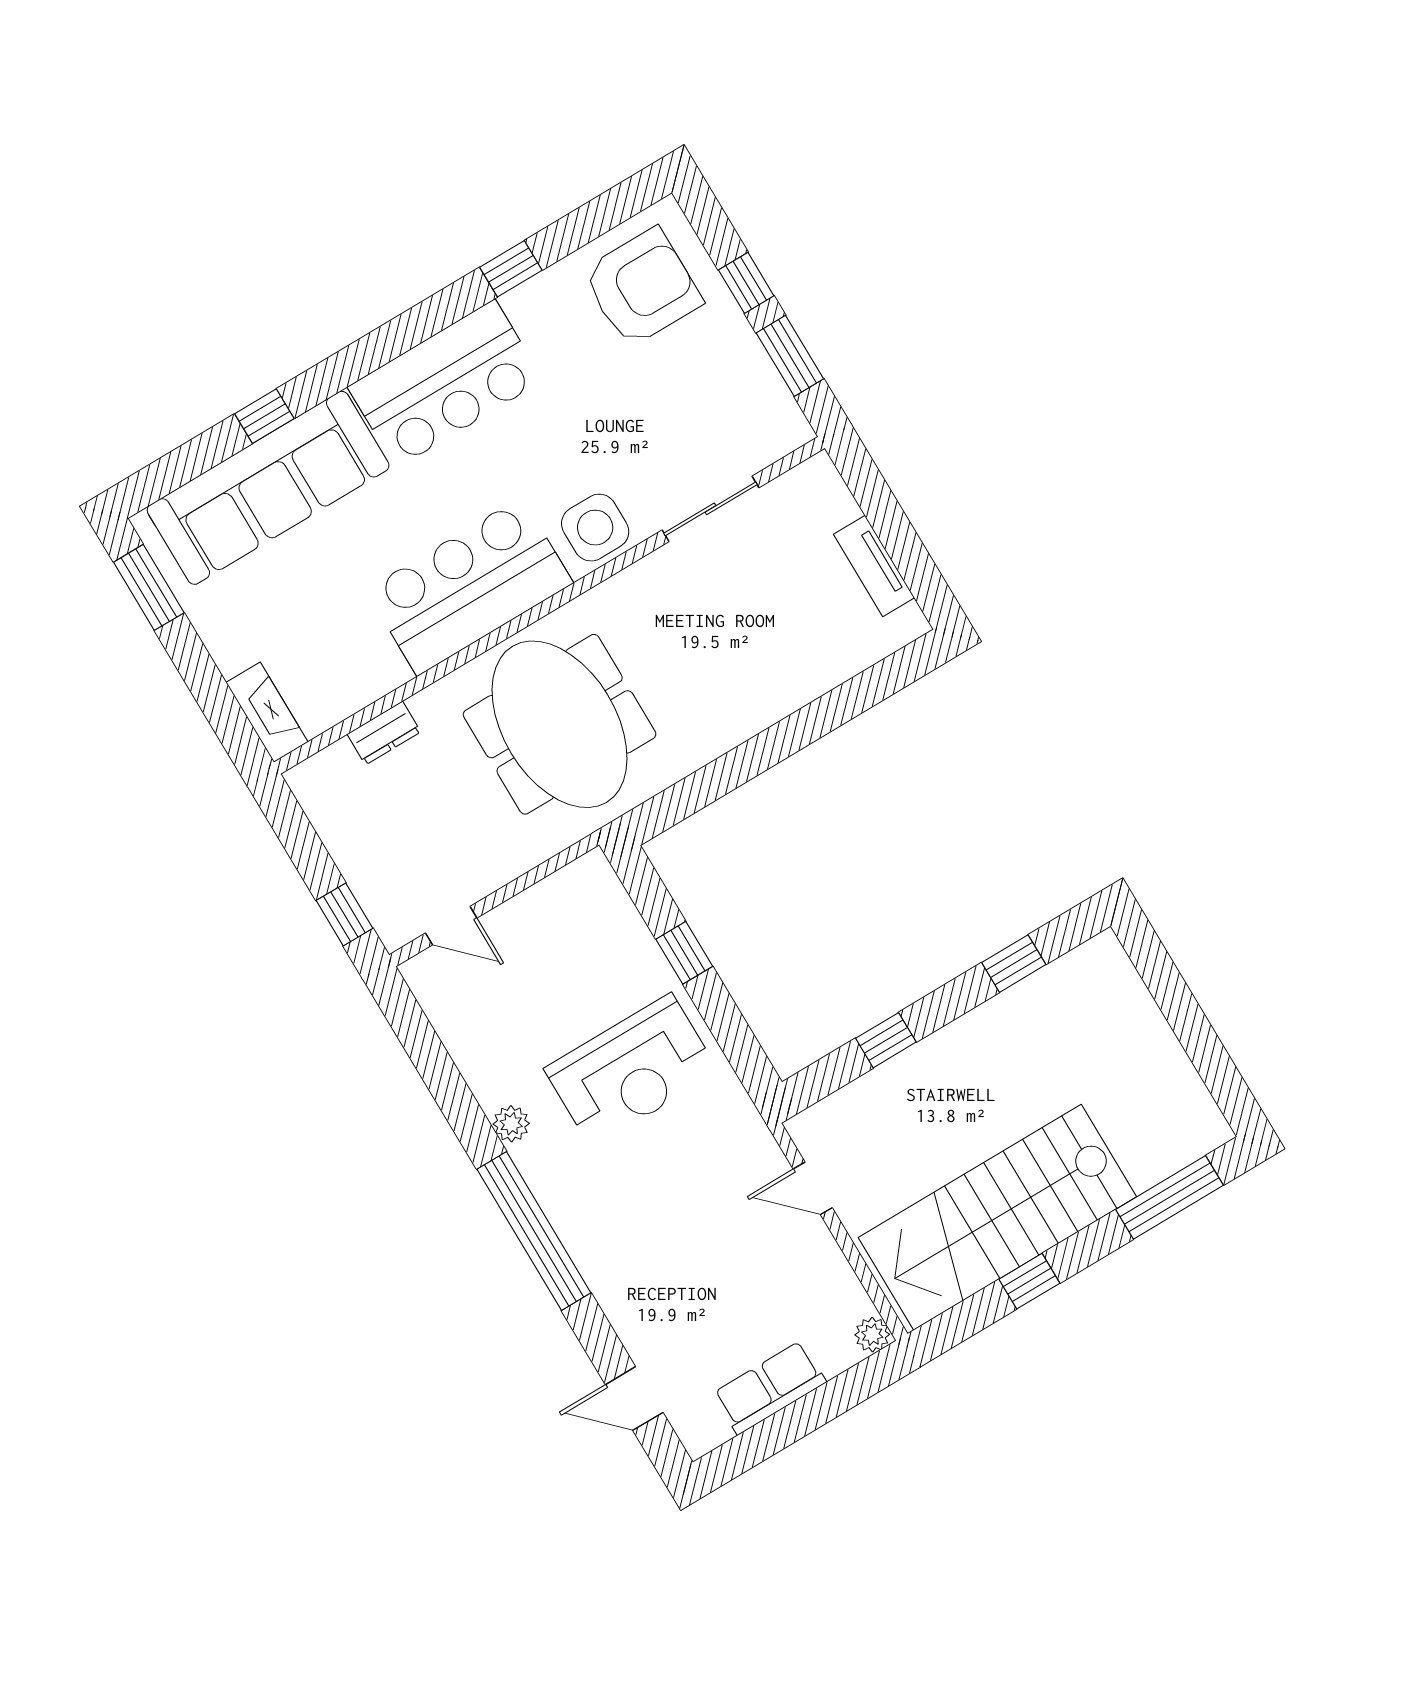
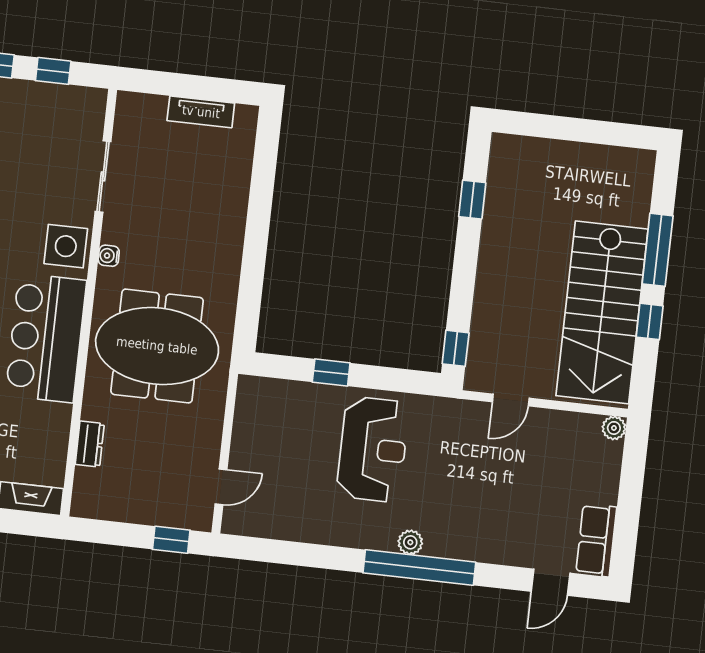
window: (790, 356) -> (53, 71), width x0.67
water cooler: (622, 587) -> (109, 256), added
window: (886, 1040) -> (456, 348), moved
plant: (511, 1124) -> (410, 542), moved
window: (1169, 1197) -> (658, 250), moved
row of seats: (770, 1388) -> (596, 540), moved

